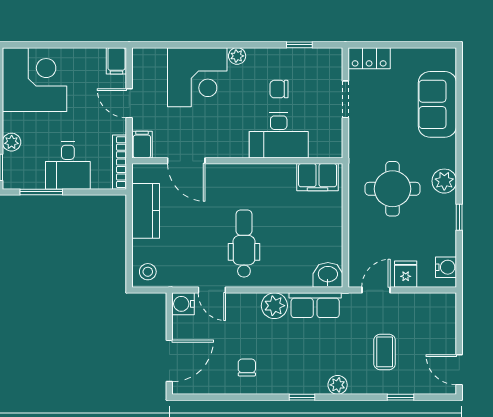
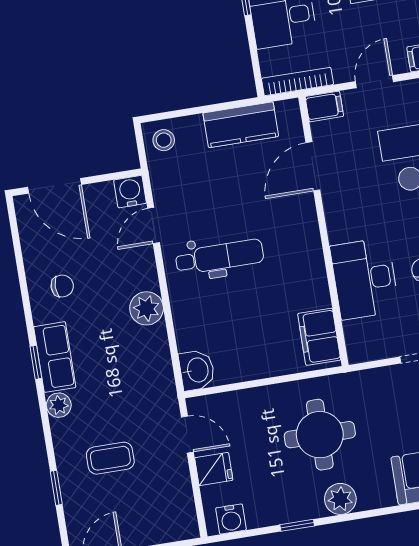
row of seats: (315, 305) -> (55, 357), moved, turned 180

